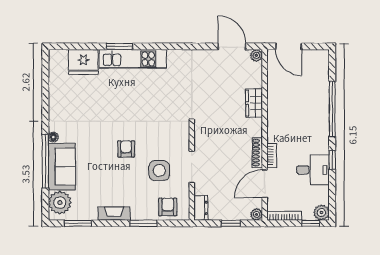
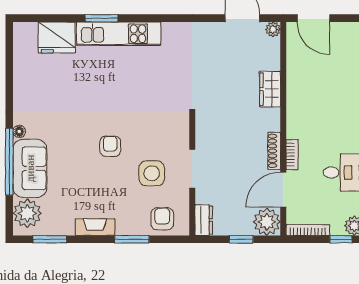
plant: (256, 214) -> (267, 222), width x1.87, depth x1.87

